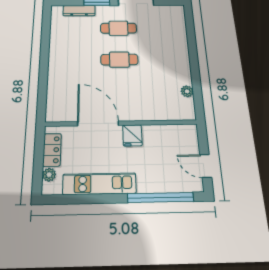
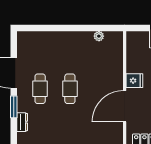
dresser: (79, 11) -> (22, 122), width x0.70

